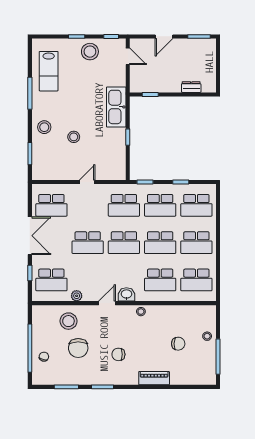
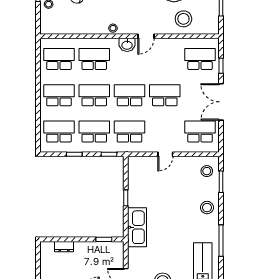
stool: (74, 137) -> (207, 171), moved
plant: (77, 296) -> (176, 44), removed

